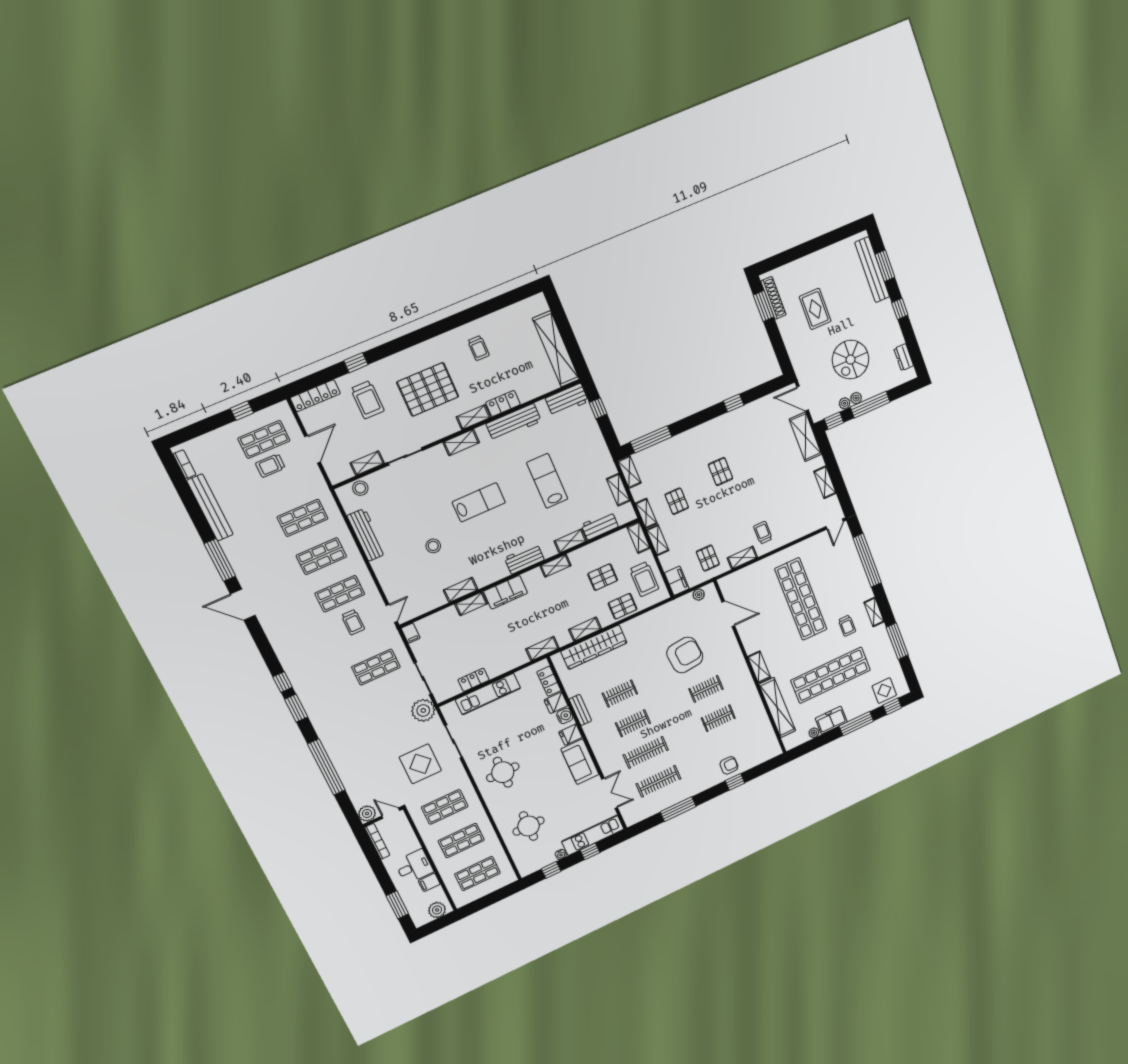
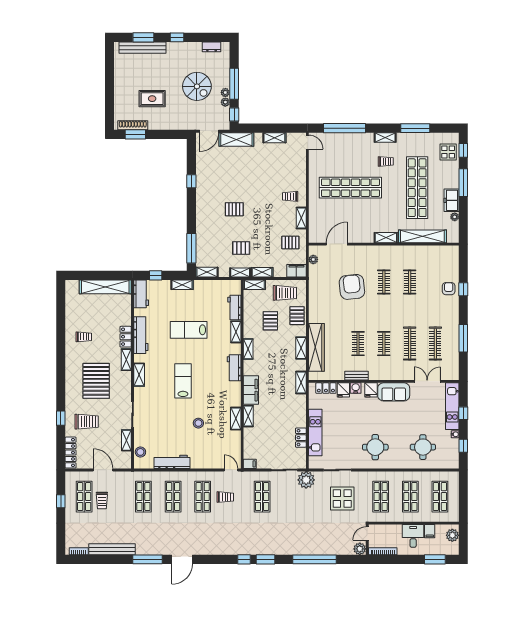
shelving: (618, 490) -> (182, 285), moved

